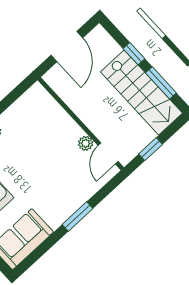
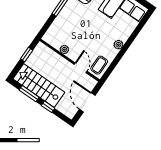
coffee table: (33, 104) -> (99, 65), added
door: (108, 153) -> (81, 68), moved

